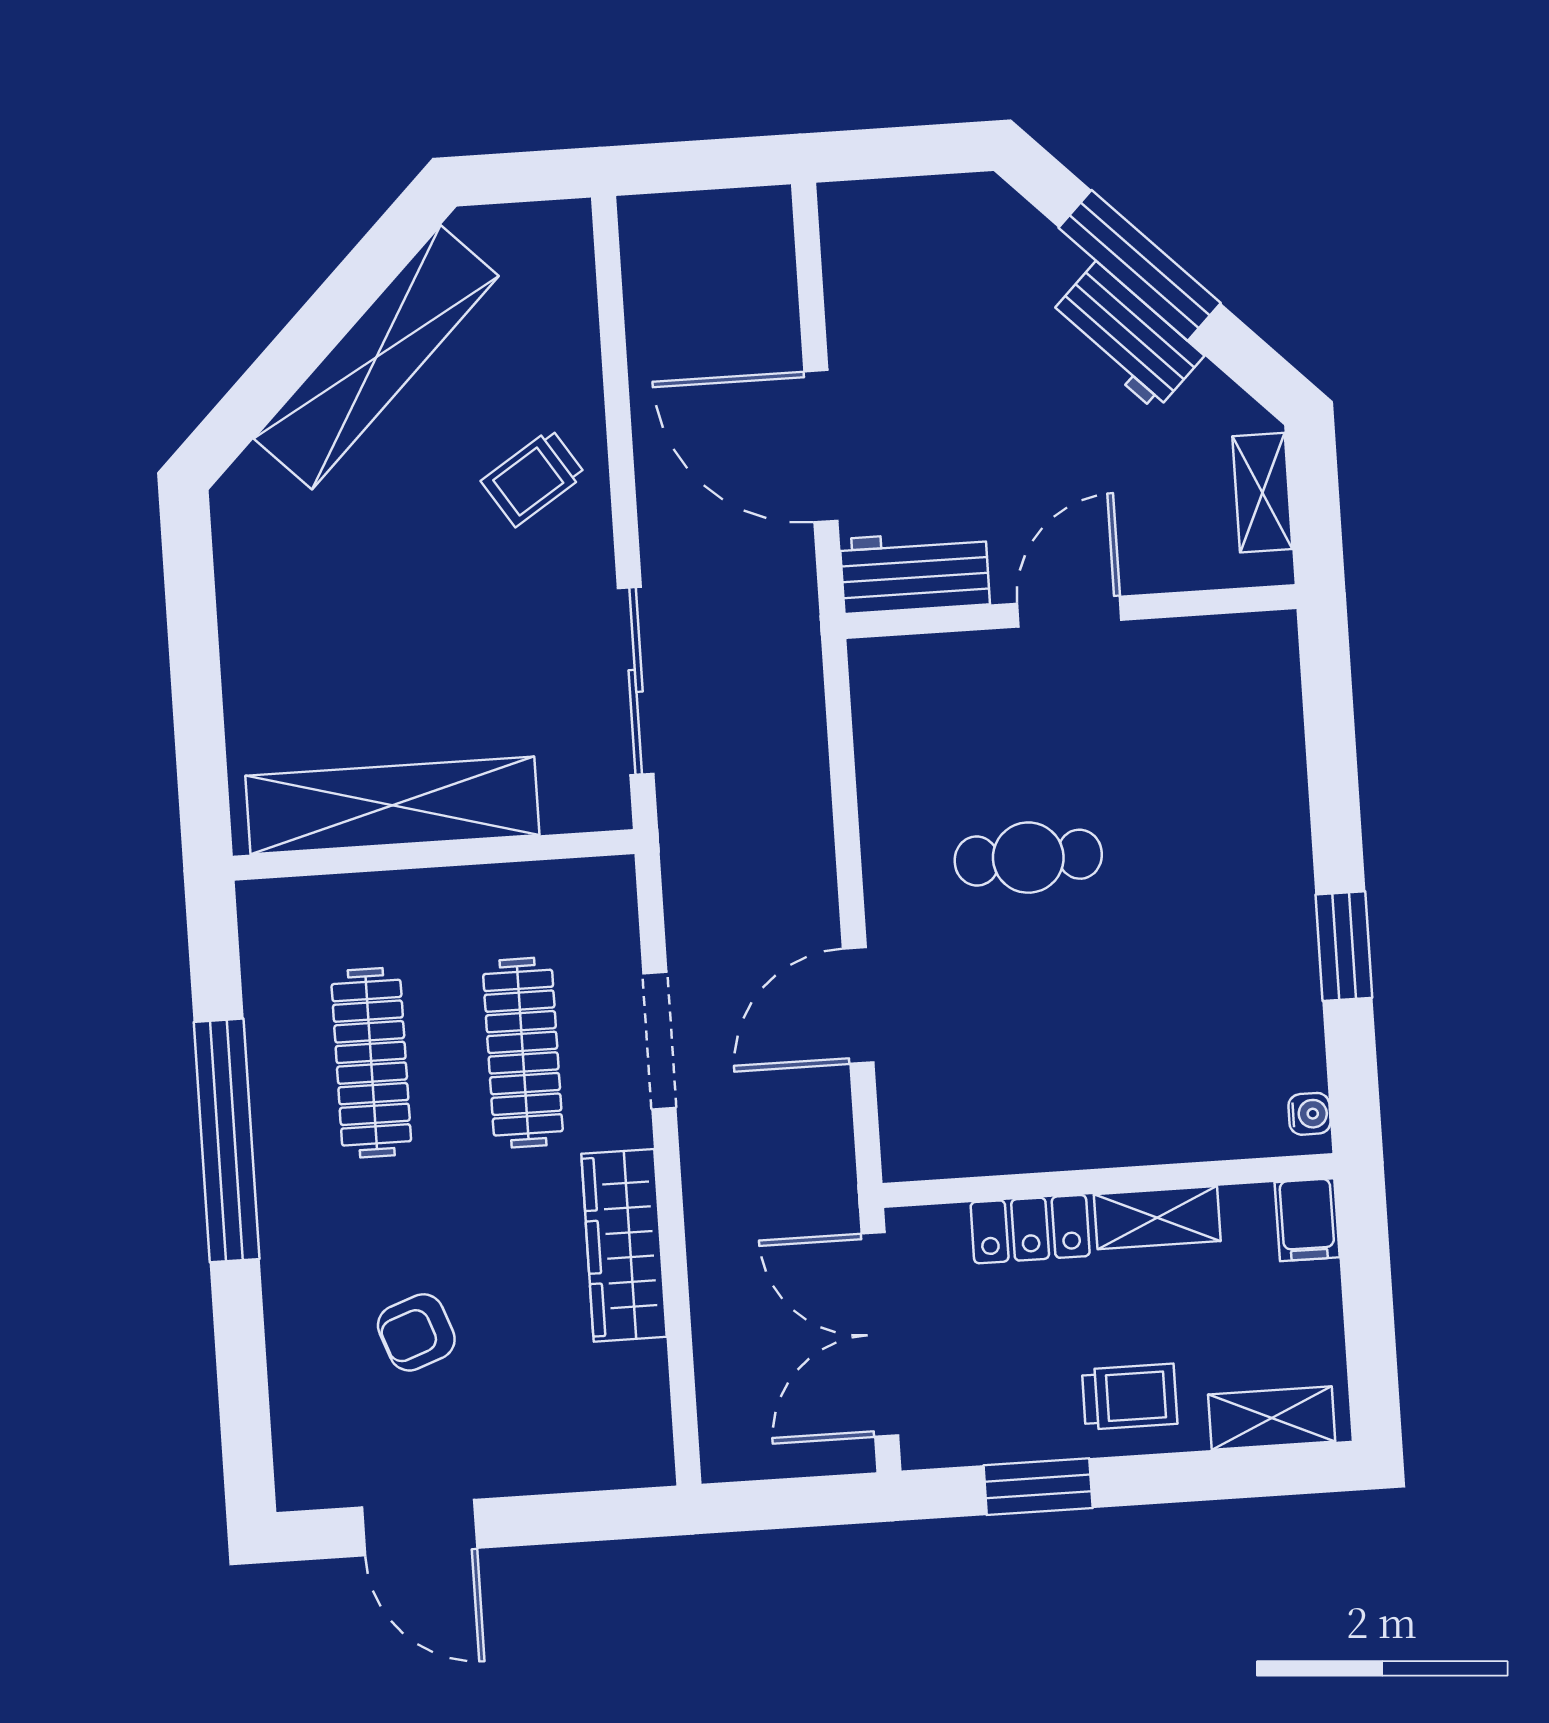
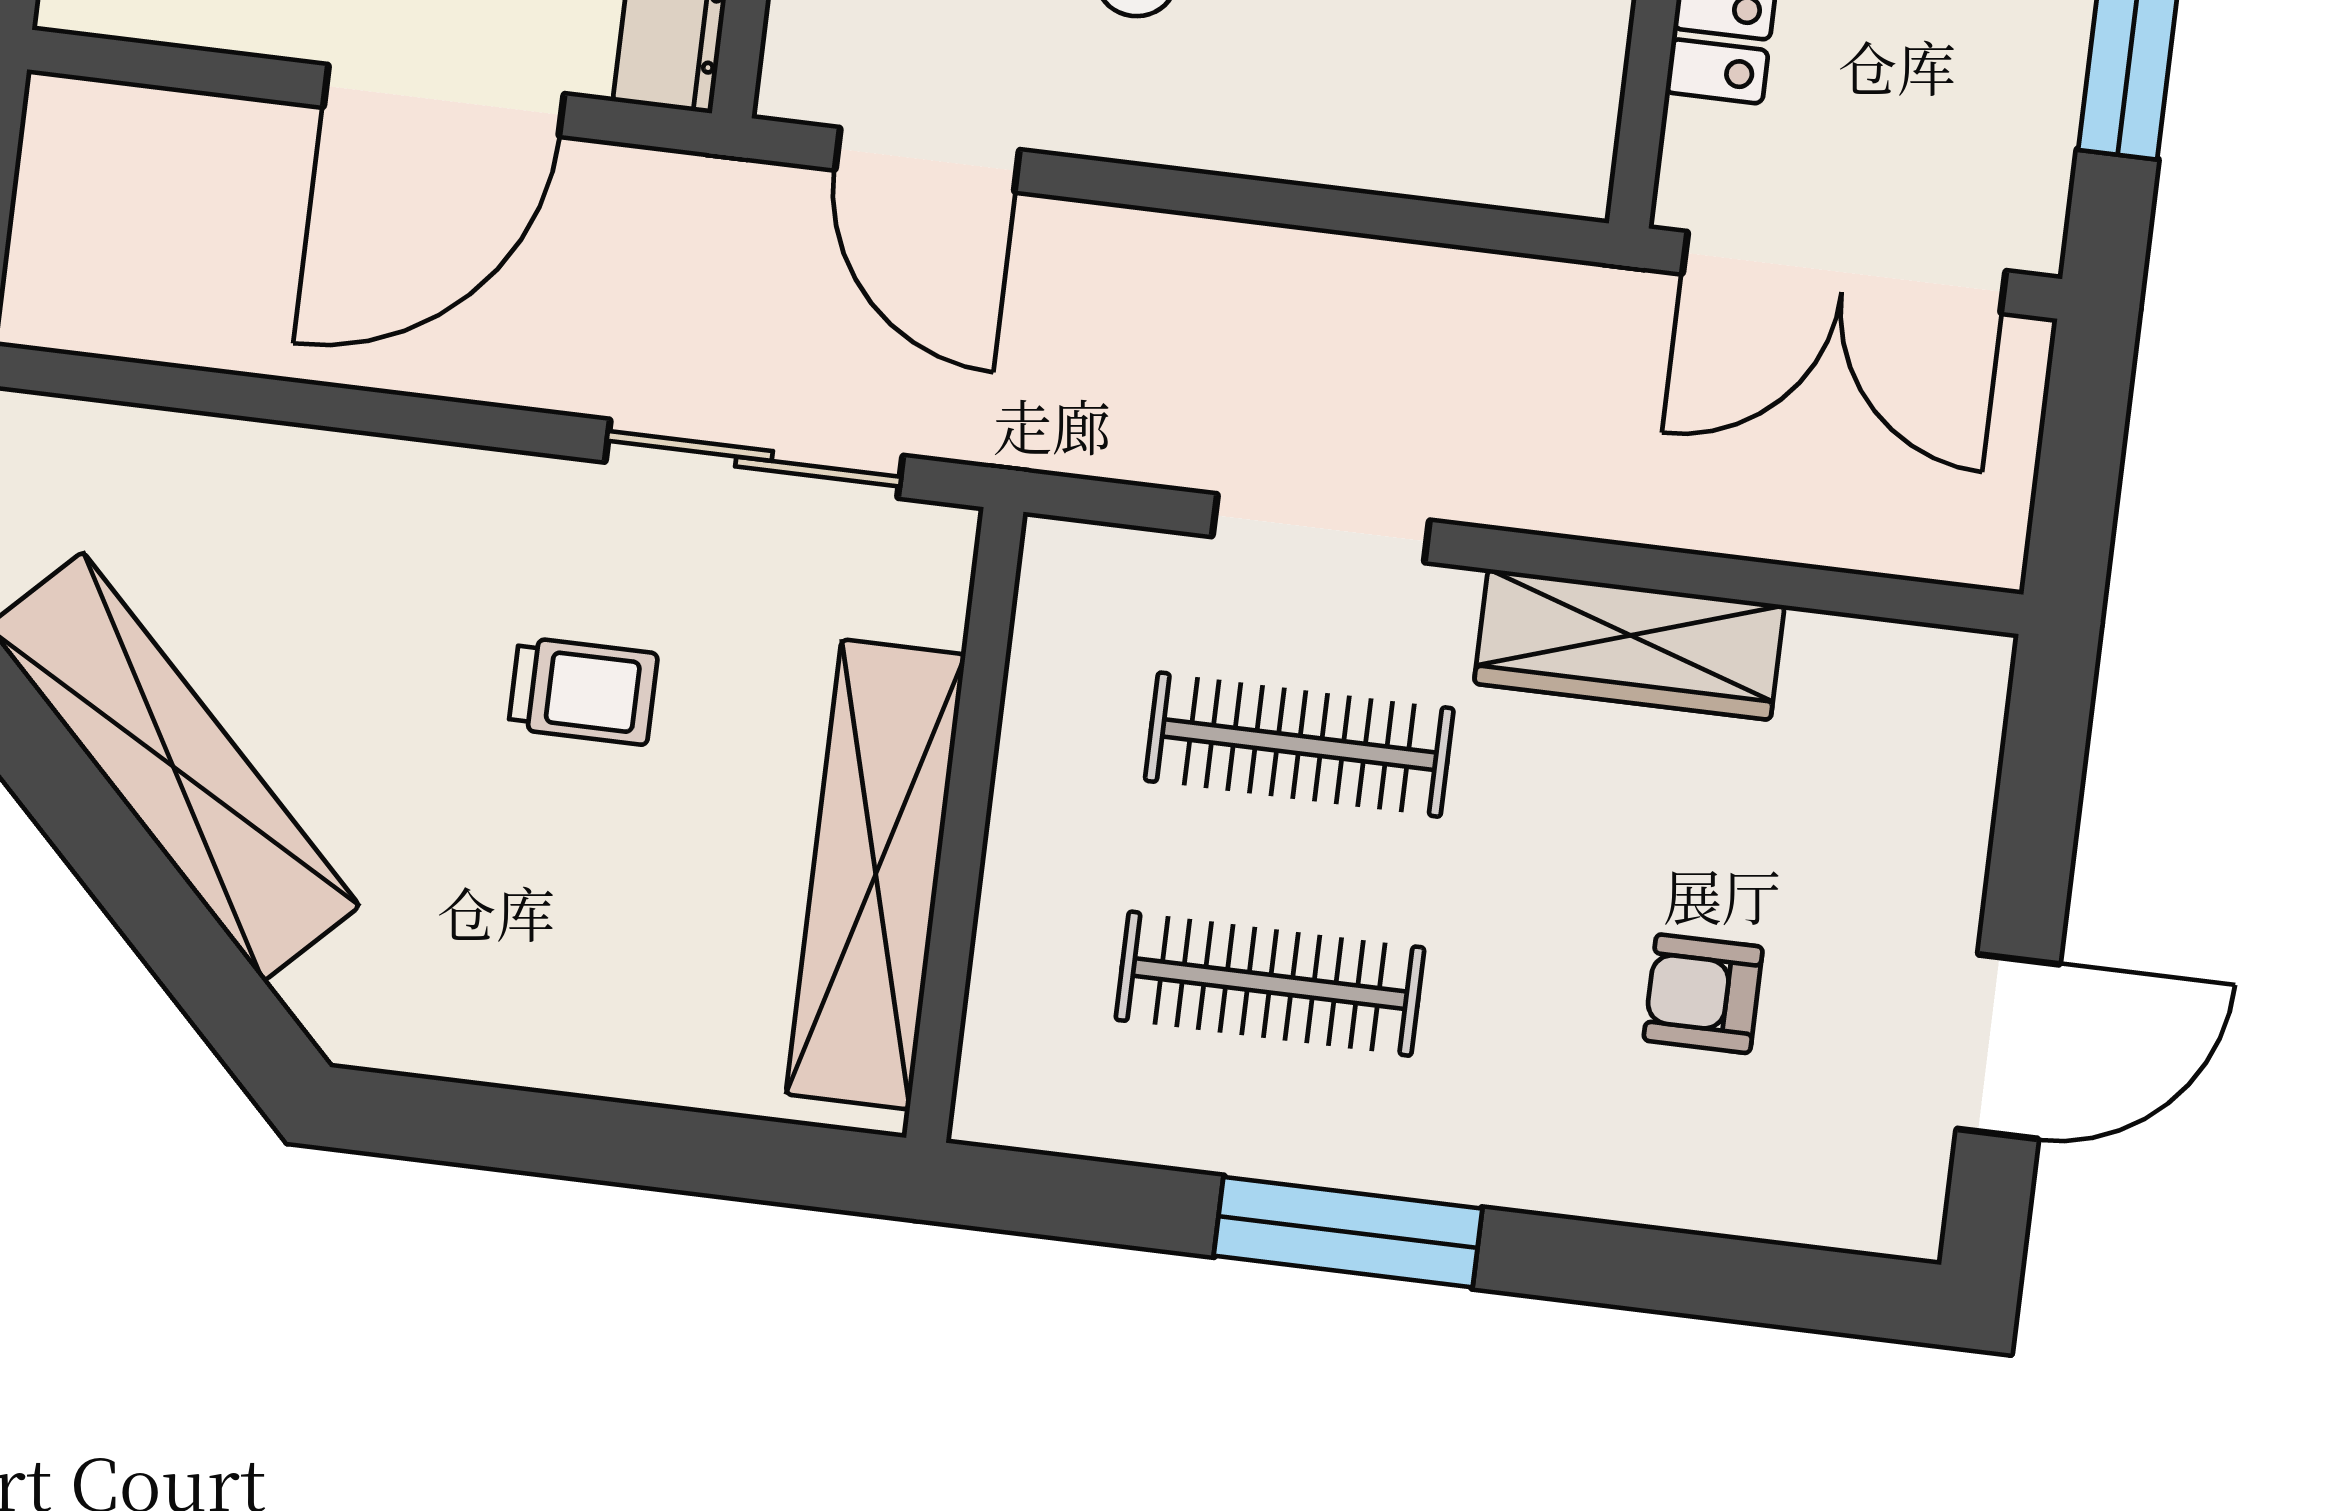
trolley: (533, 478) -> (583, 691), moved, turned -57
door: (858, 1006) -> (927, 160), moved
window: (227, 1140) -> (1348, 1232), width x0.68
armchair: (416, 1332) -> (1703, 994), turned 110

